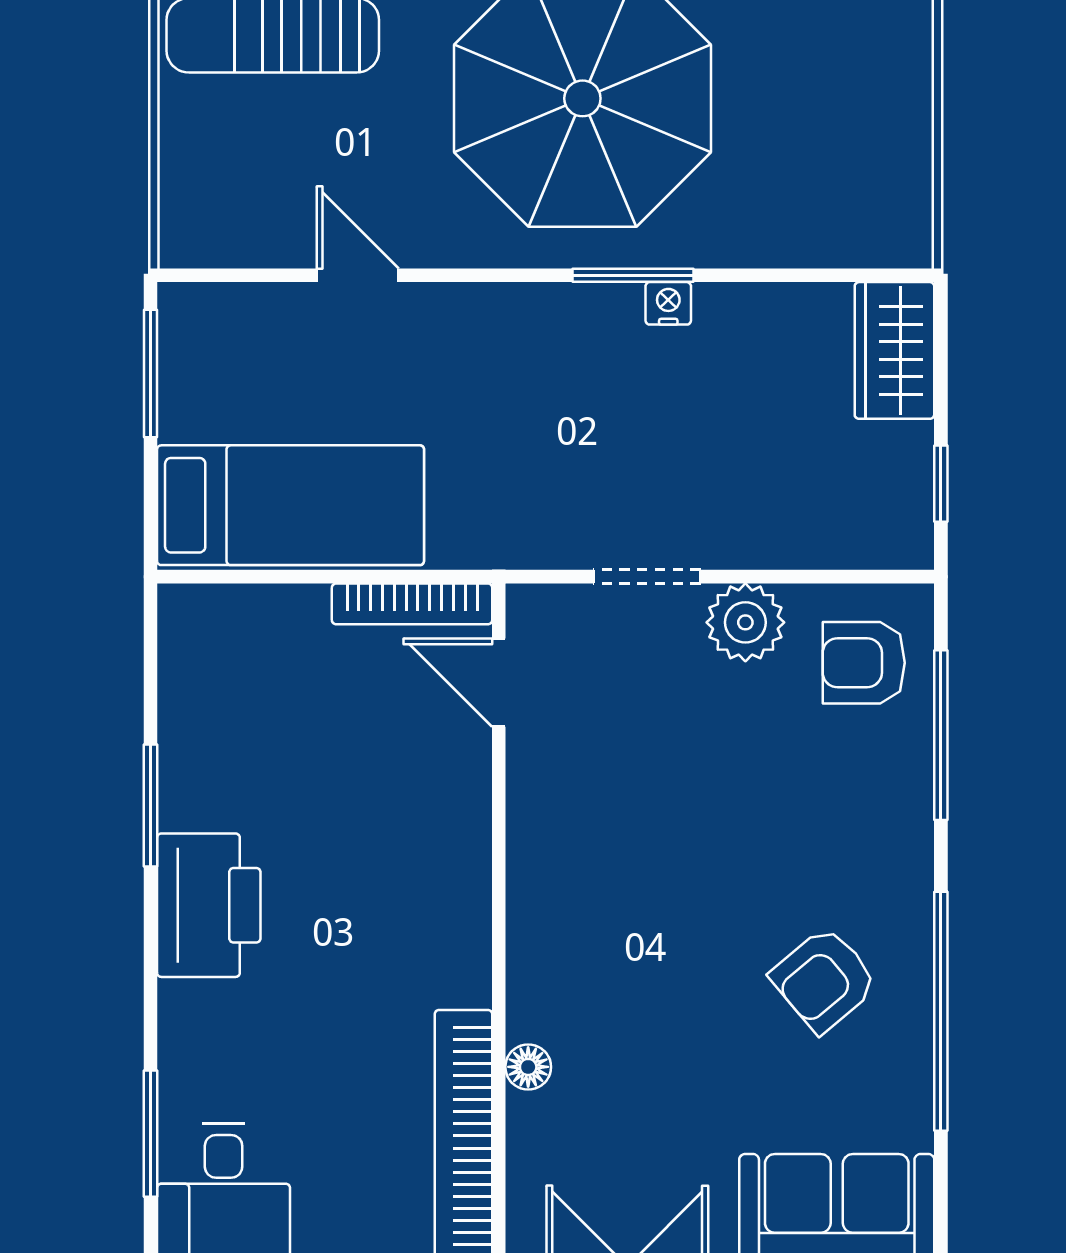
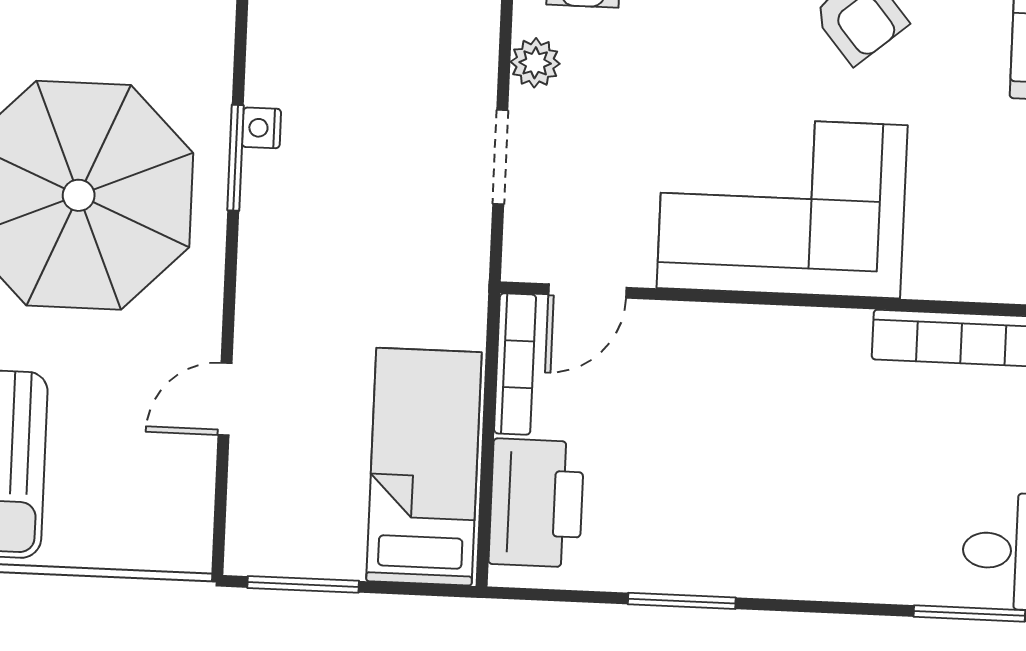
plant: (745, 622) -> (535, 63), width x0.73, depth x0.73
corner sofa: (605, 900) -> (782, 207), added
printer: (209, 905) -> (536, 503), moved, turned 90
floor lamp: (528, 1067) -> (925, 280), removed

